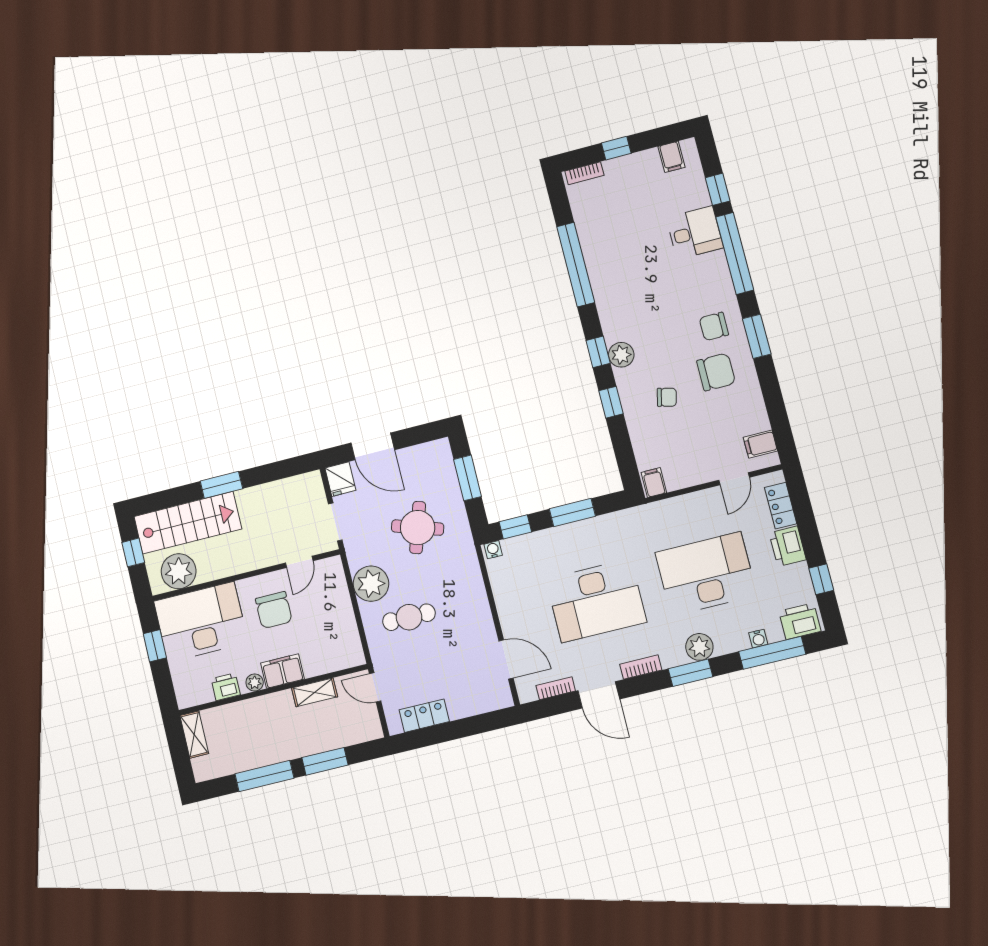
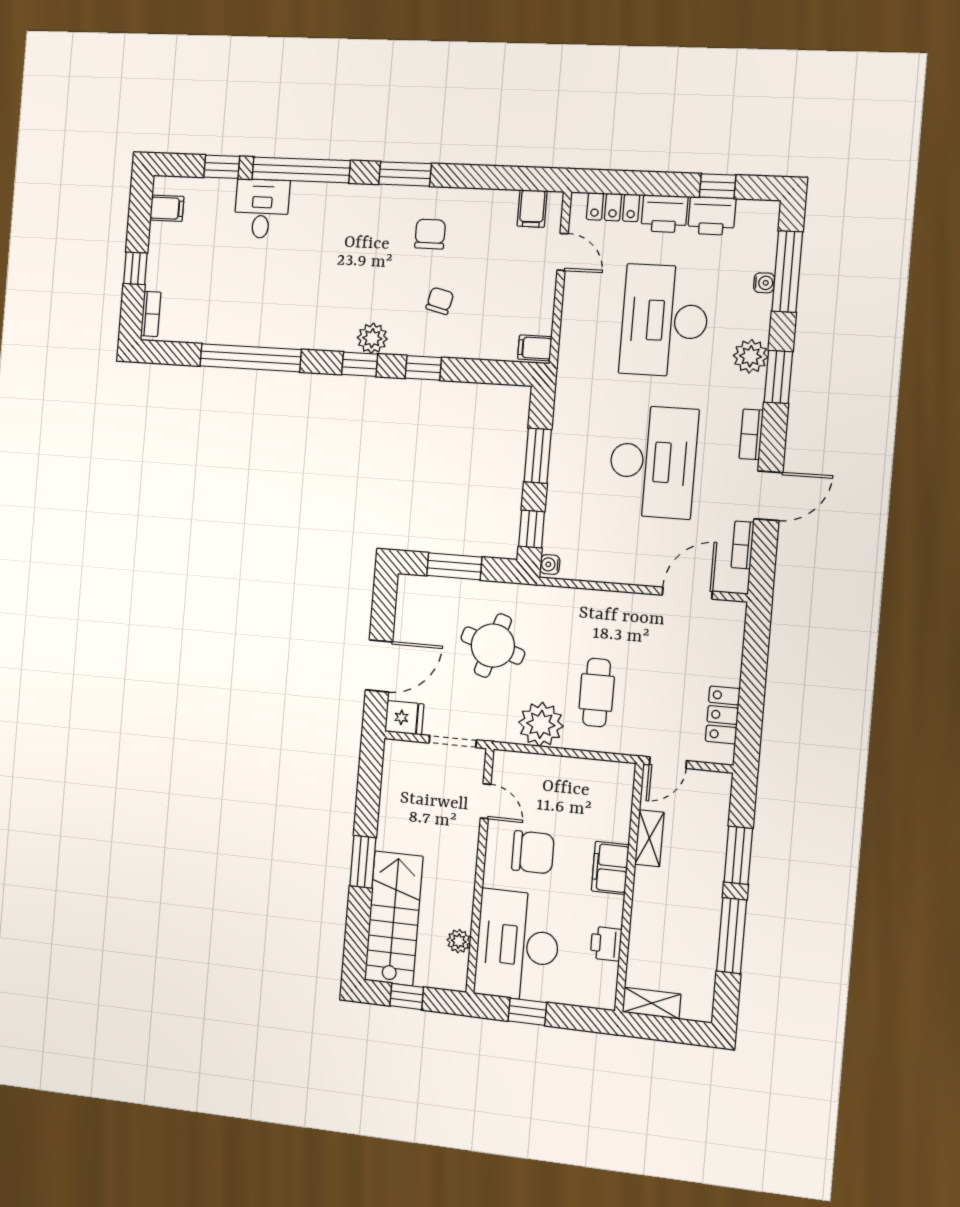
chair: (714, 326) -> (376, 220), removed
chair: (716, 372) -> (430, 234), width x0.73, depth x0.73
plant: (179, 571) -> (459, 941), width x0.53, depth x0.53
printer: (800, 621) -> (712, 216), moved, turned -90
plant: (255, 682) -> (613, 907), removed

